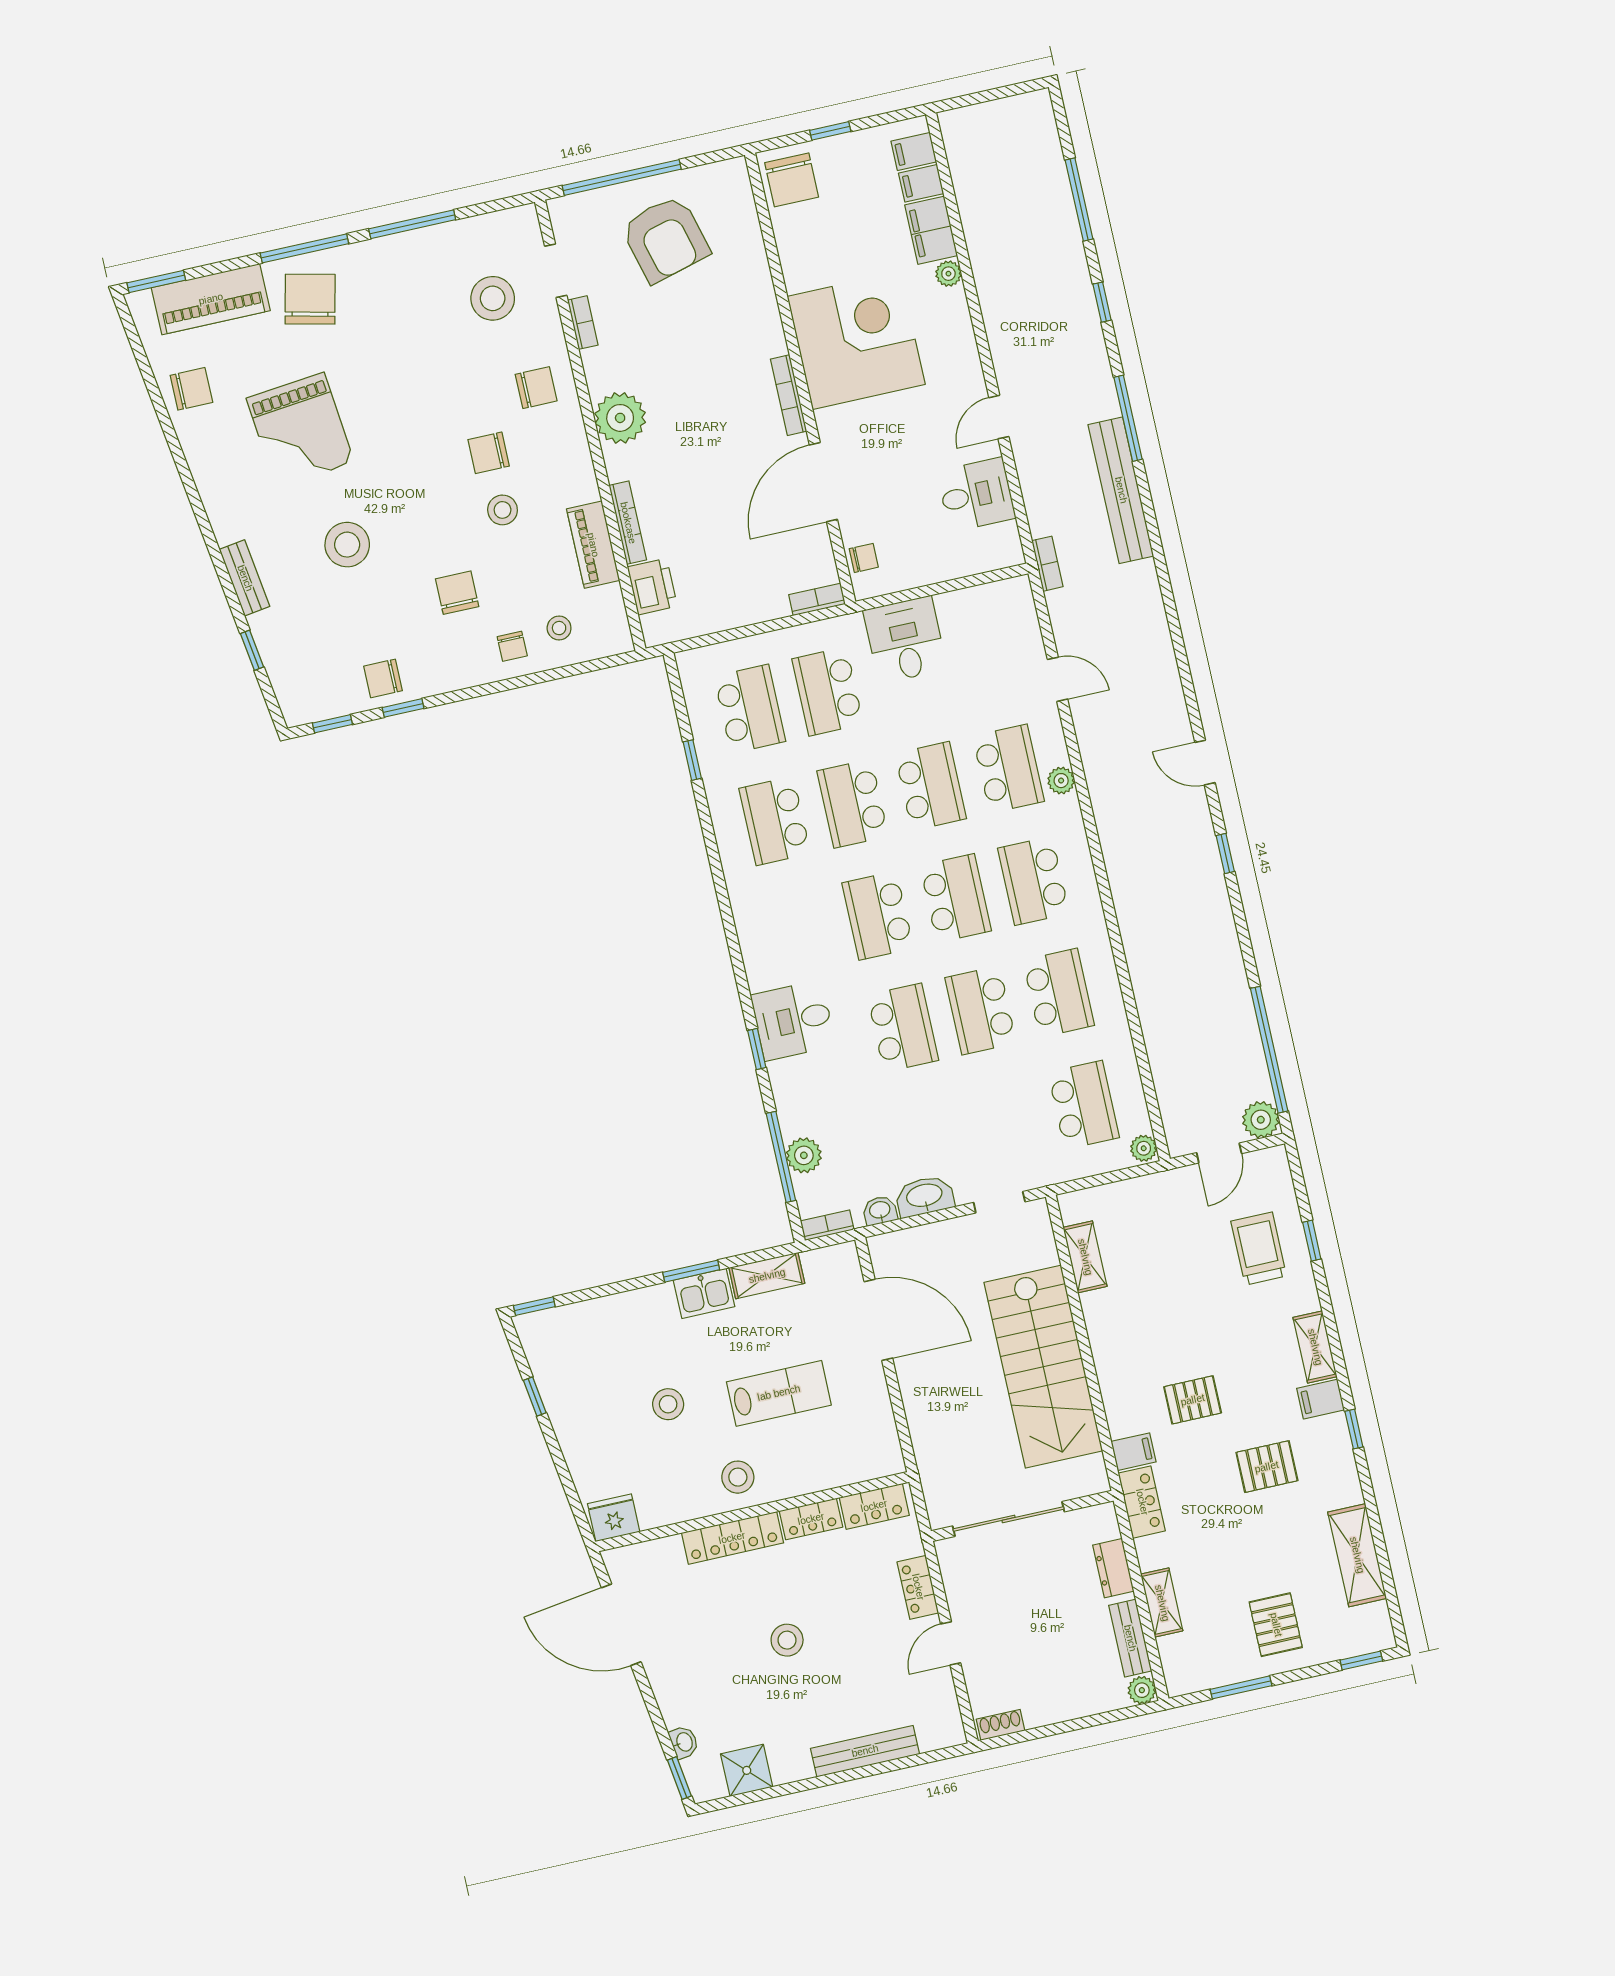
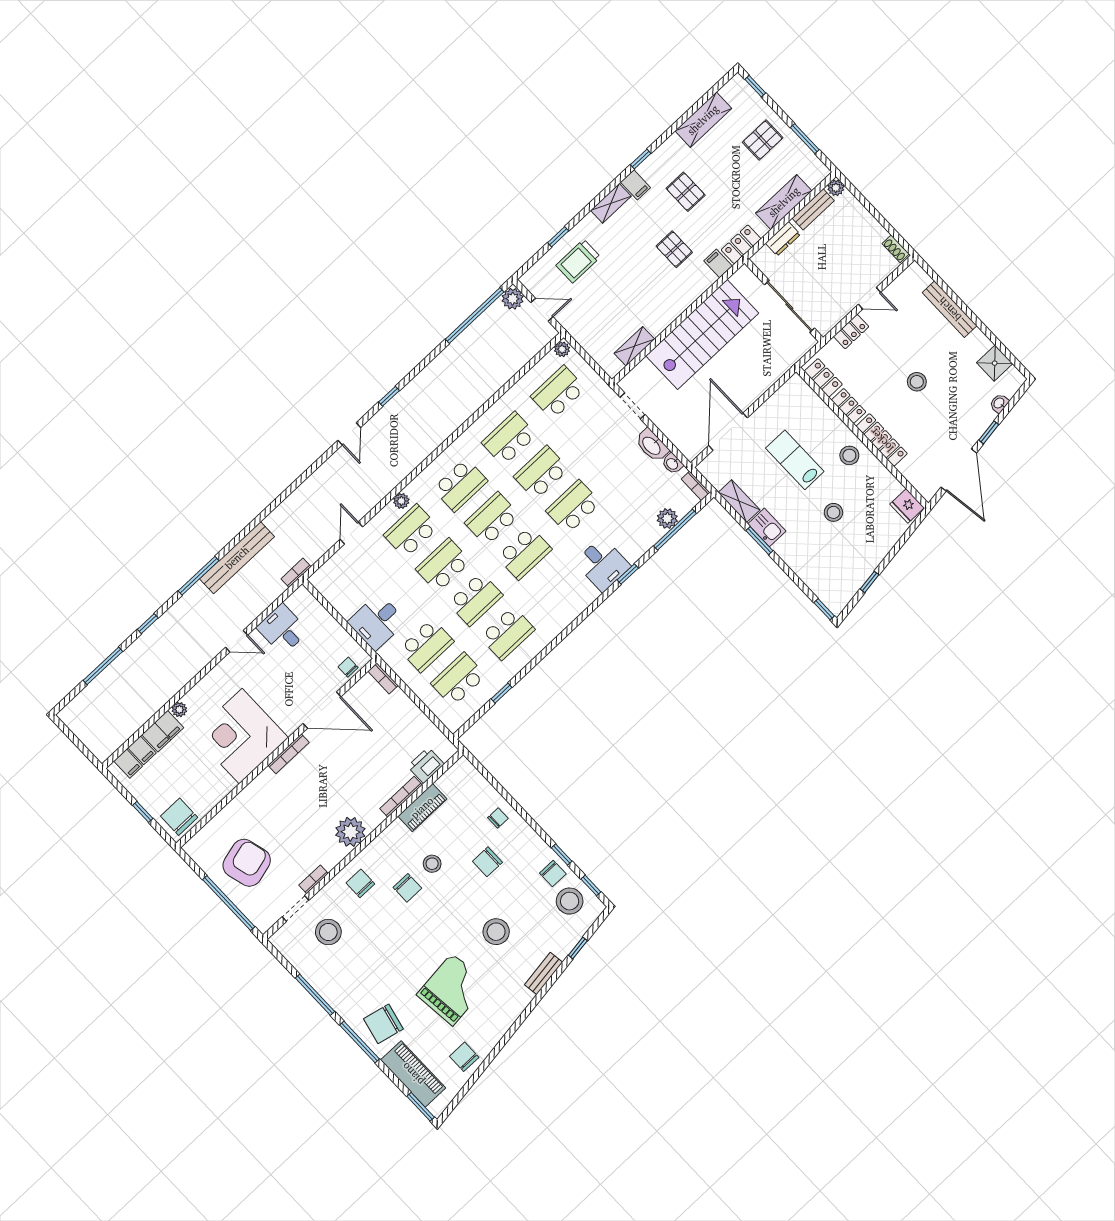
chair: (792, 180) -> (179, 817), turned -90
stool: (559, 628) -> (570, 901), moved, width x1.89, depth x1.89
school desk: (981, 1010) -> (541, 473), turned 180
shelving: (1162, 1603) -> (784, 202), width x1.50, depth x1.33
window: (679, 1778) -> (989, 432), moved

